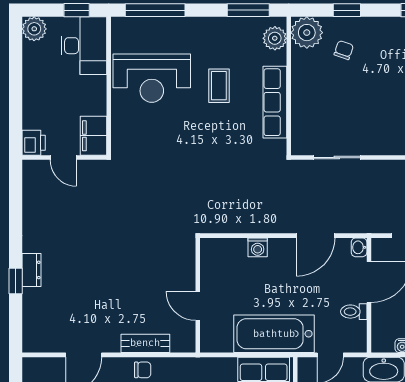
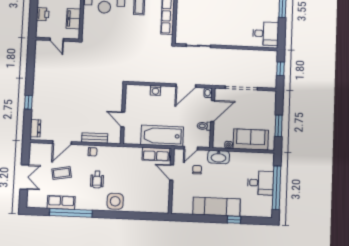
filing cabinet: (94, 136) -> (74, 19), moved
printer: (34, 143) -> (43, 14), moved
dresser: (31, 270) -> (35, 128), moved

